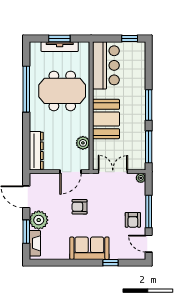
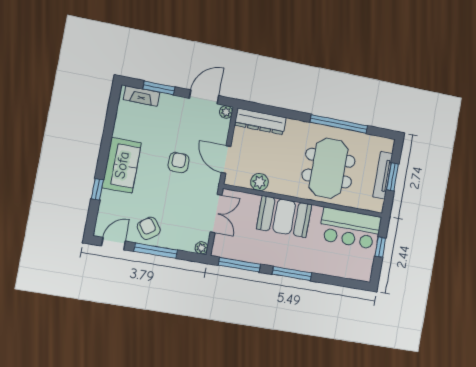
window: (130, 38) -> (380, 247), moved
plant: (39, 220) -> (226, 112), moved, width x0.53, depth x0.53
armchair: (133, 220) -> (149, 228), turned 54

